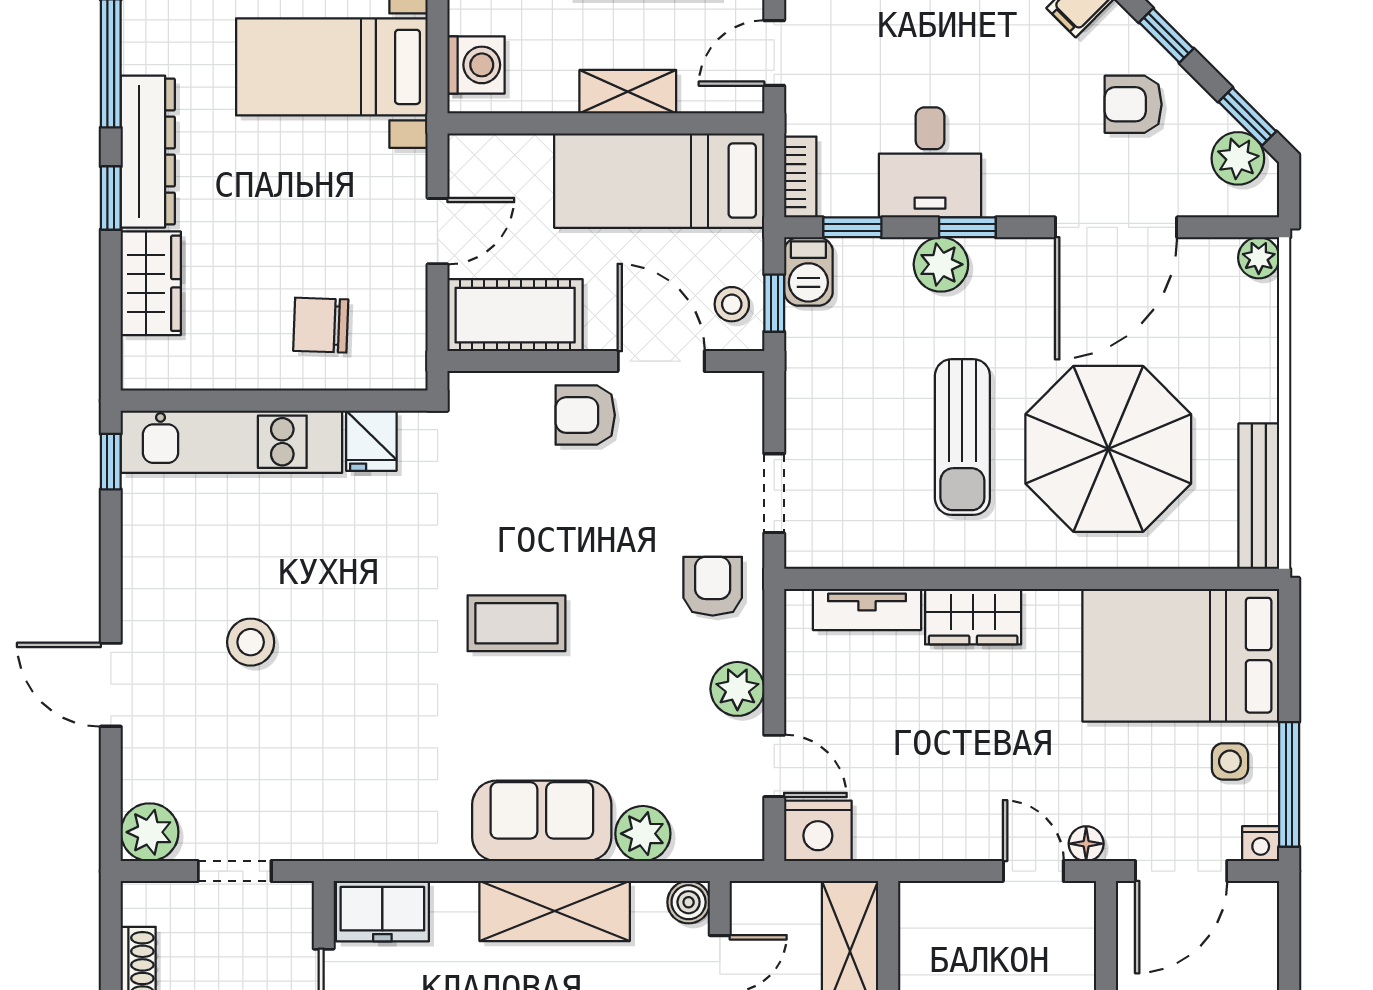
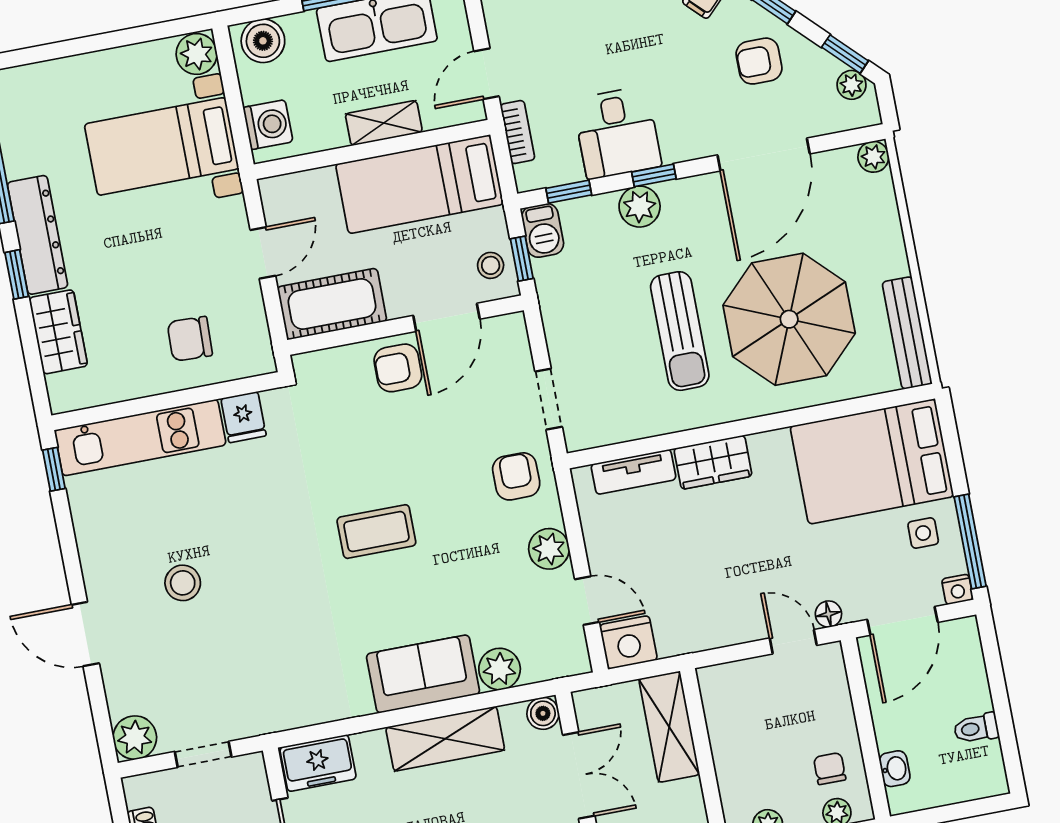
plant: (1238, 158) -> (852, 85), width x0.73, depth x0.73
bookcase: (800, 177) -> (518, 132), moved
door: (661, 361) -> (446, 317), swing flipped

